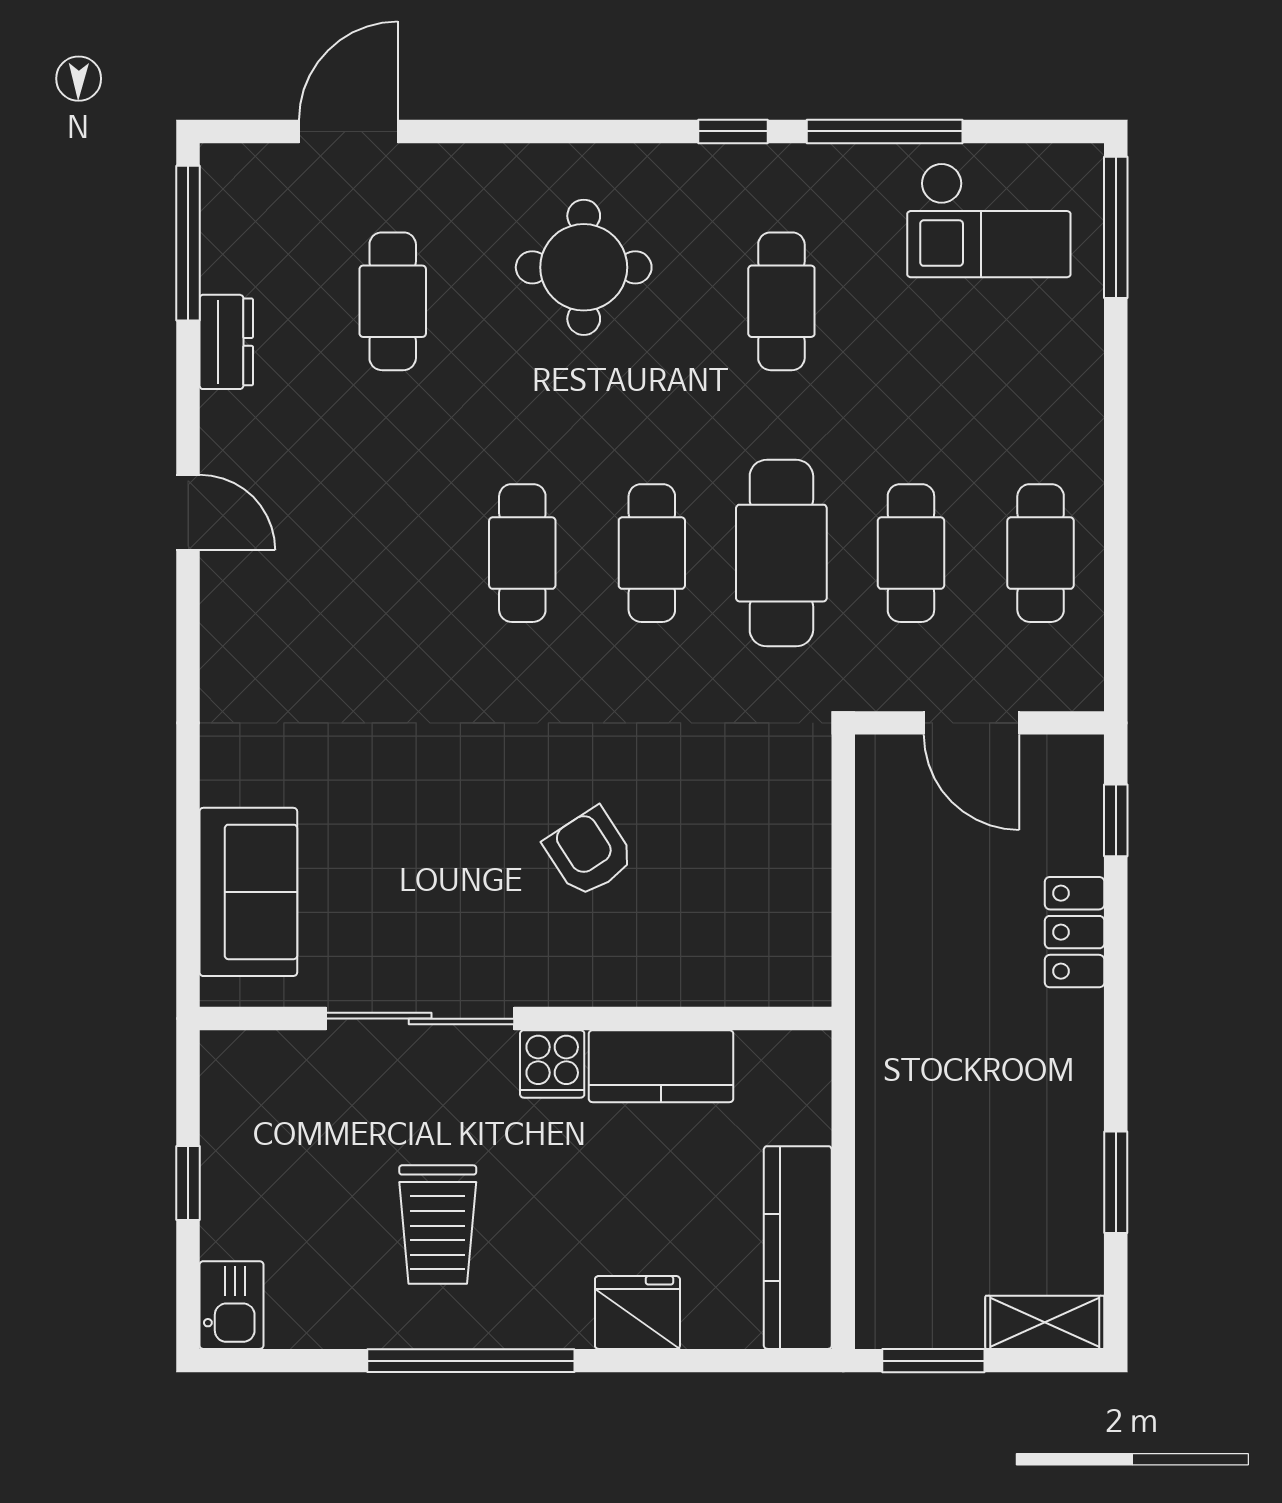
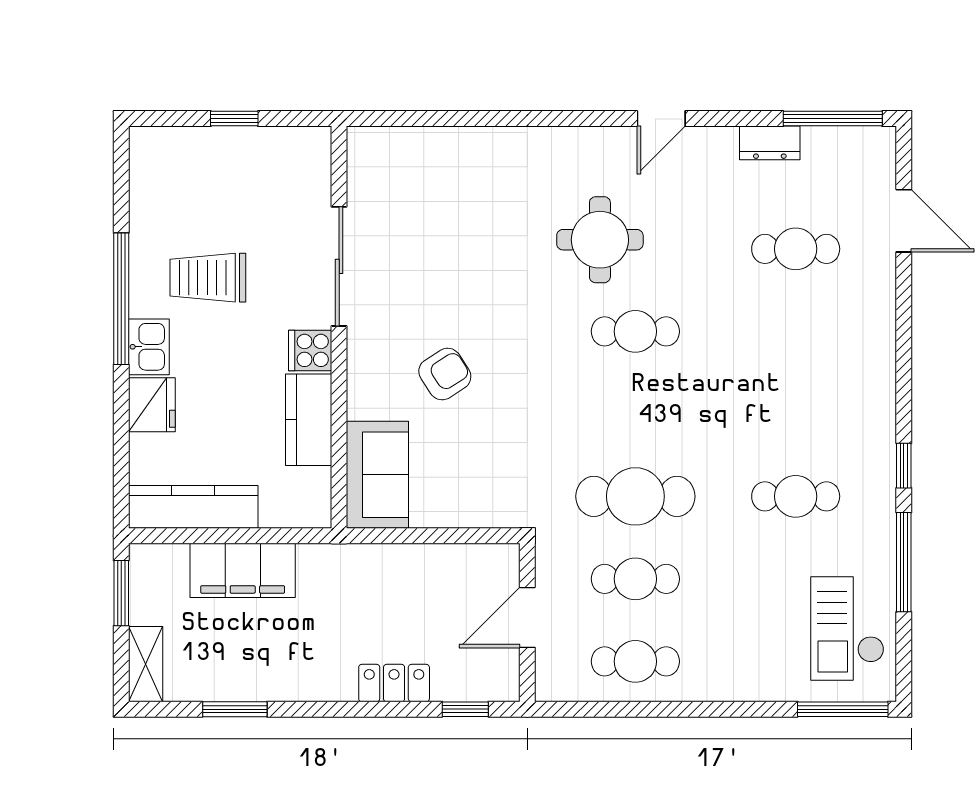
round table: (584, 267) -> (600, 240), moved
cafe table: (652, 553) -> (635, 414), removed
sofa: (248, 892) -> (377, 475), moved, turned -90
filing cabinet: (898, 1170) -> (243, 570), added
kitchen sink: (231, 1305) -> (149, 347), moved, turned -90

